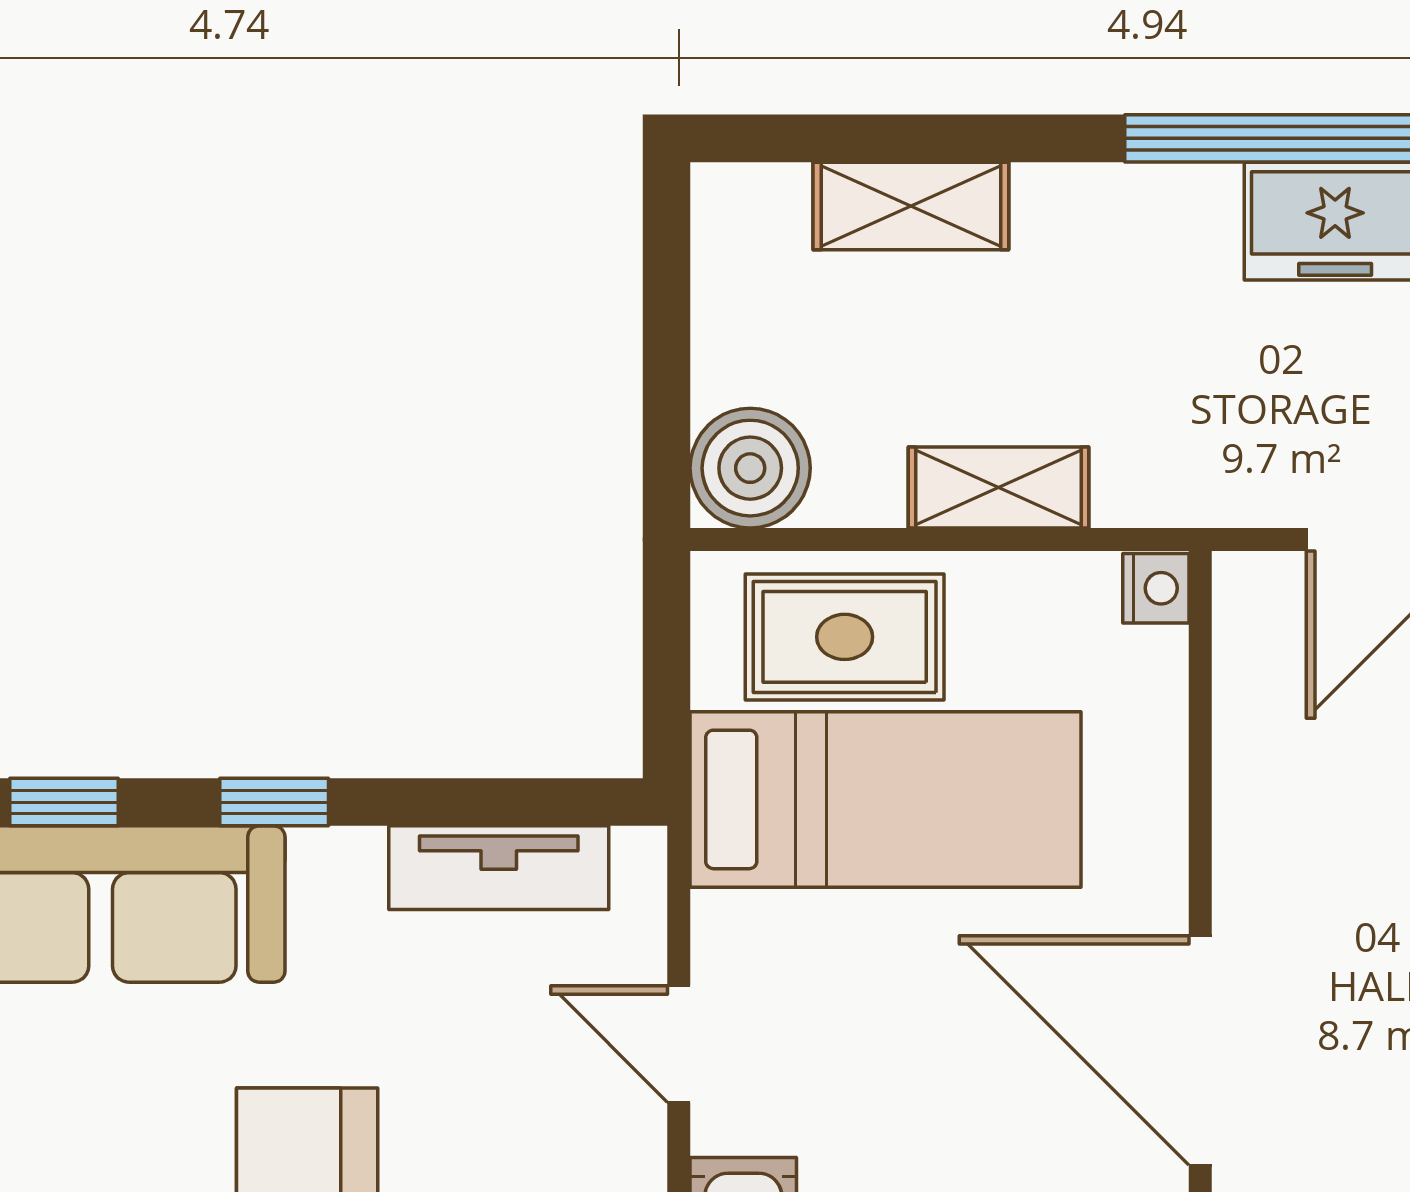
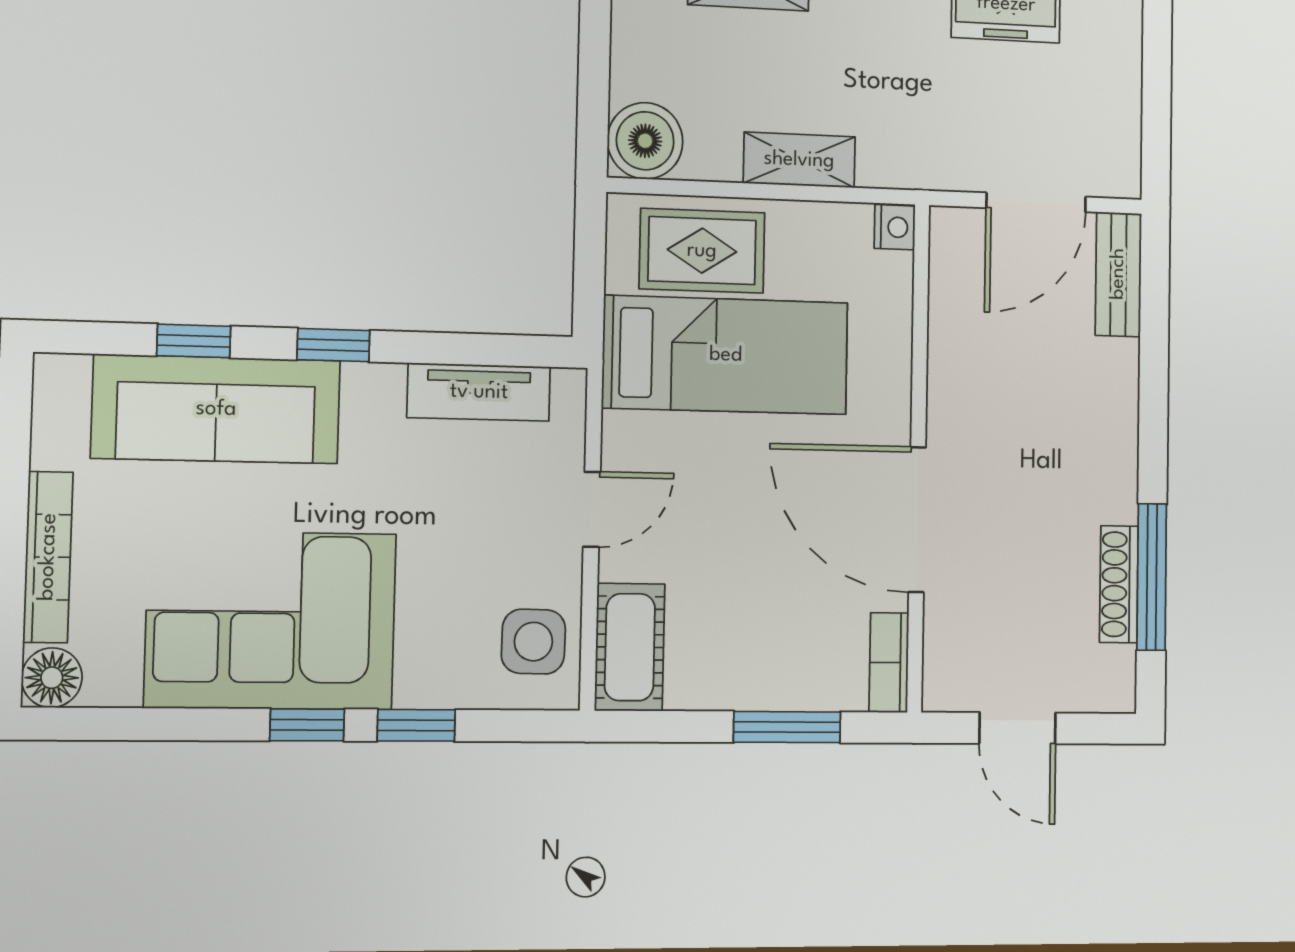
door: (679, 1044) -> (592, 509), swing flipped

